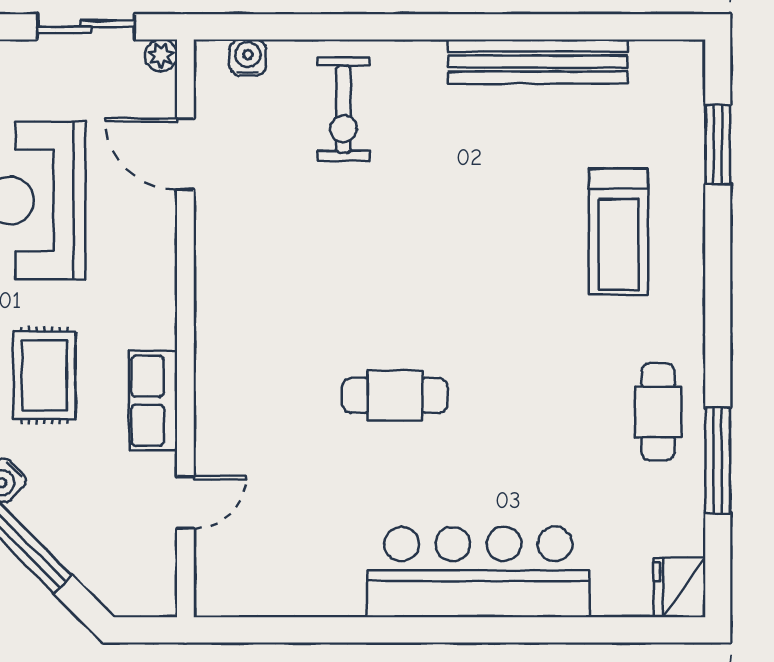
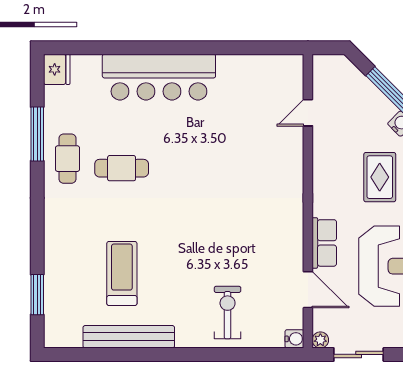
water cooler: (248, 58) -> (294, 339), moved, turned -90
treadmill: (618, 232) -> (122, 273), moved
cafe table: (395, 395) -> (122, 168), moved
row of seats: (153, 401) -> (324, 243), moved

